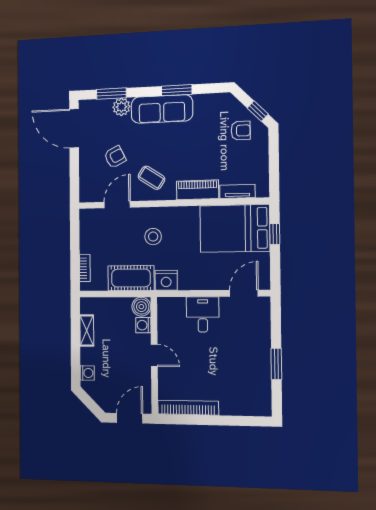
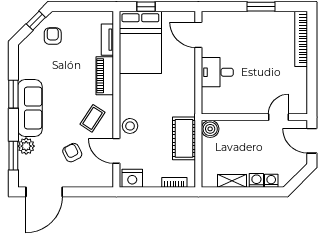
stool: (153, 237) -> (130, 126), moved
nightstand: (166, 280) -> (132, 178), moved, turned 90
washing machine: (143, 325) -> (256, 180), moved, turned 180
door: (154, 355) -> (279, 117), moved
bookcase: (188, 408) -> (301, 39), moved

